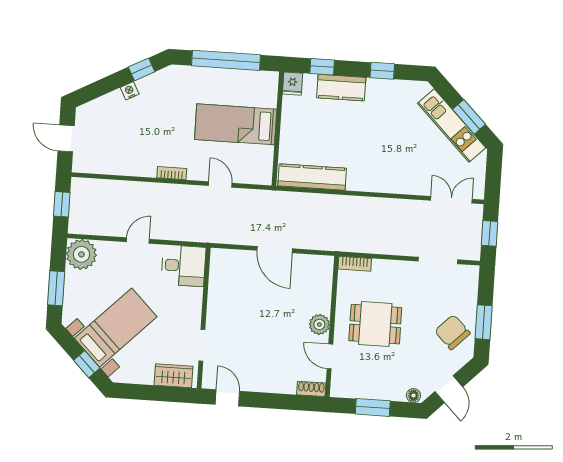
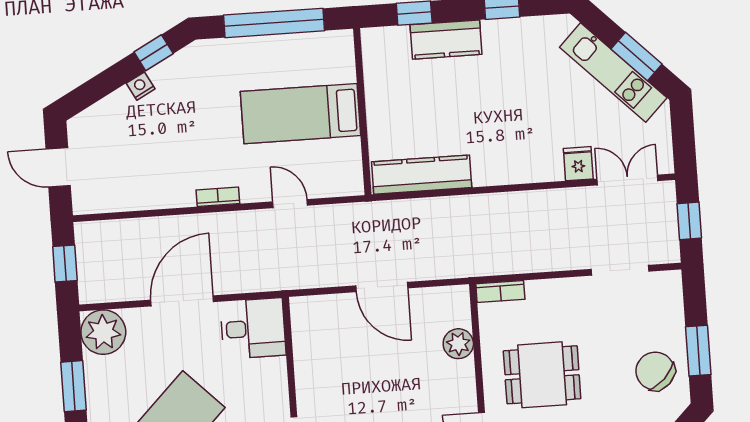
fridge: (292, 84) -> (578, 164), moved, turned 180
door: (138, 240) -> (182, 301), width x1.87
plant: (319, 324) -> (458, 344), moved

